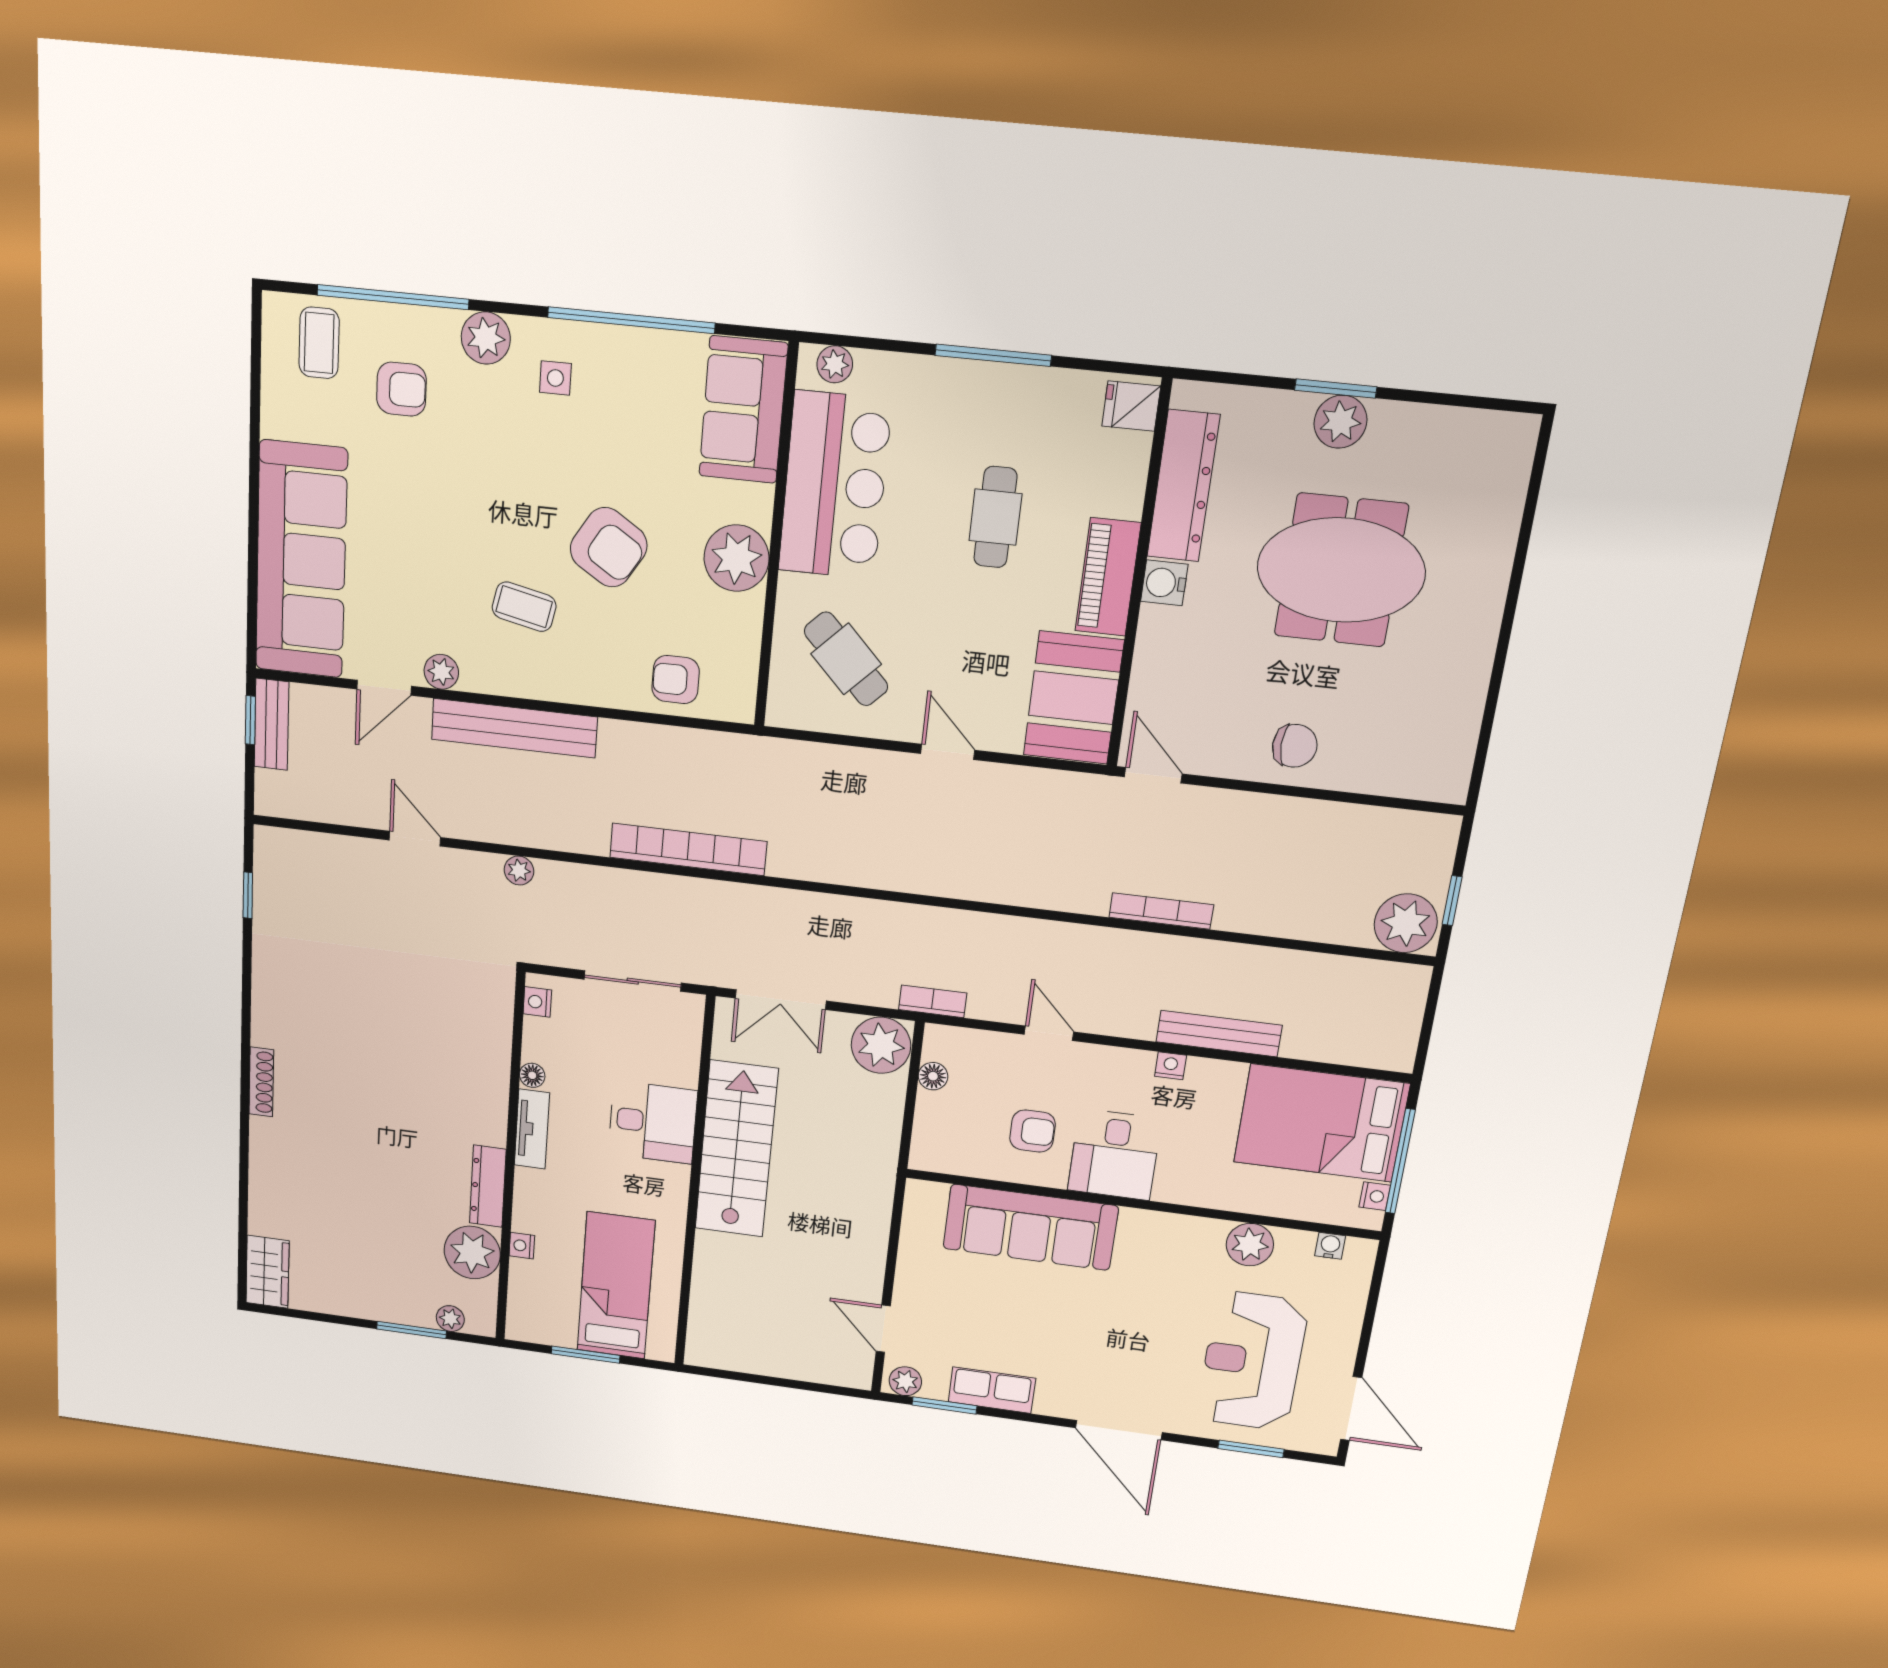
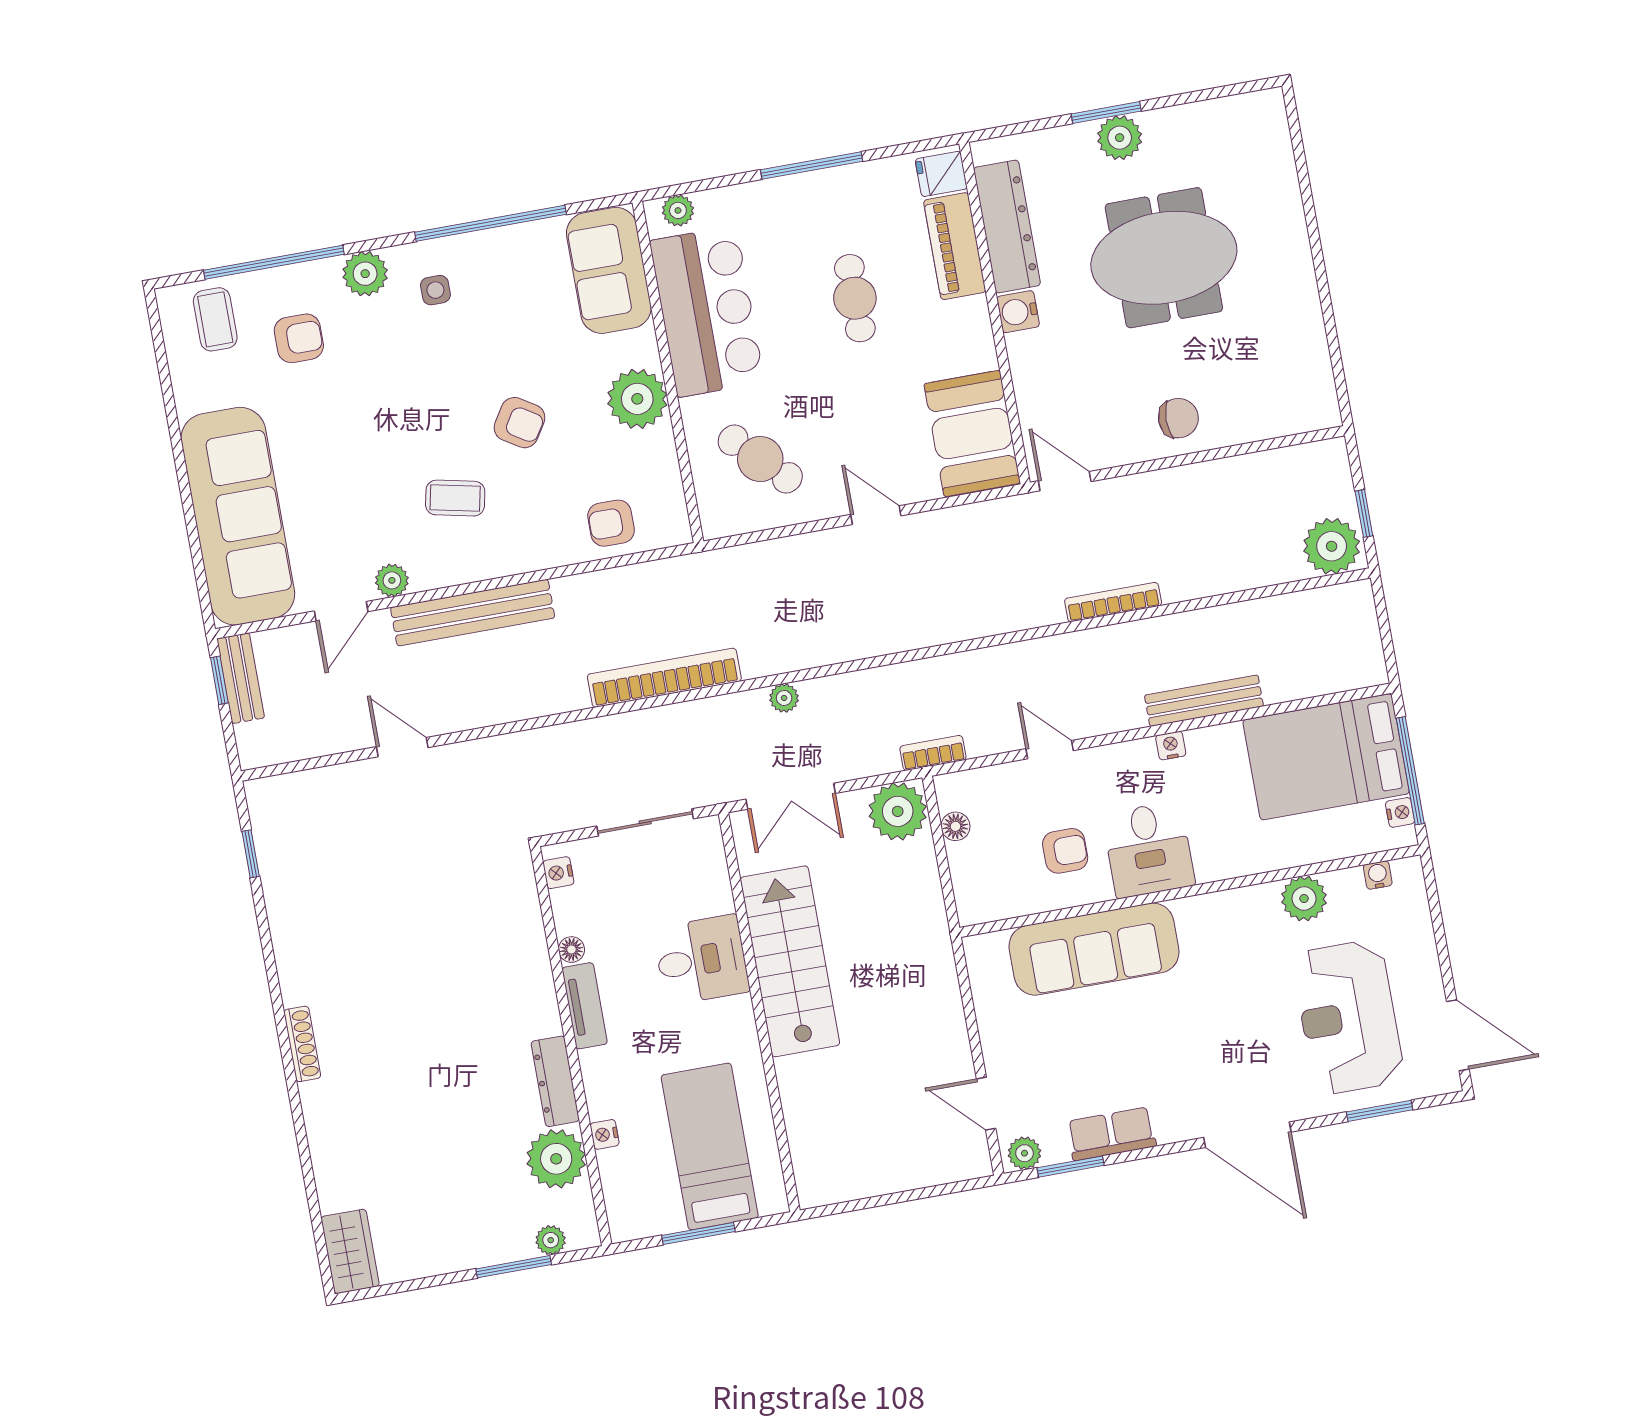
armchair: (609, 547) -> (520, 423), width x0.72, depth x0.72
piano: (1108, 577) -> (955, 246), moved
plant: (519, 871) -> (784, 698), moved

